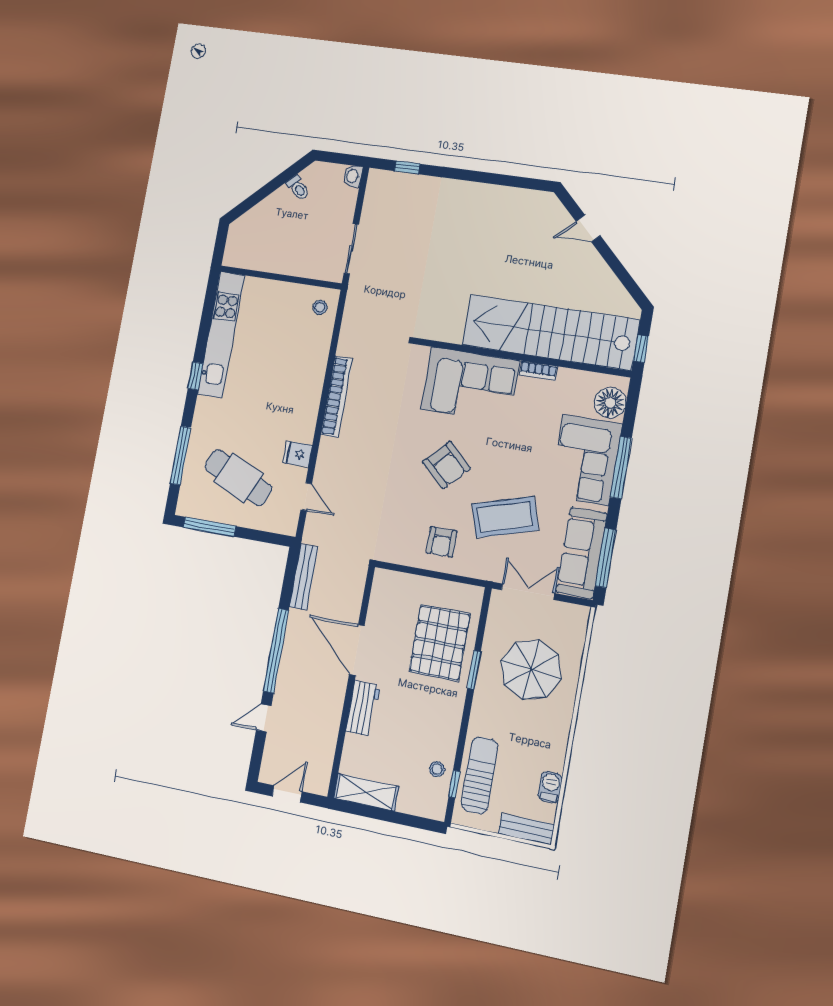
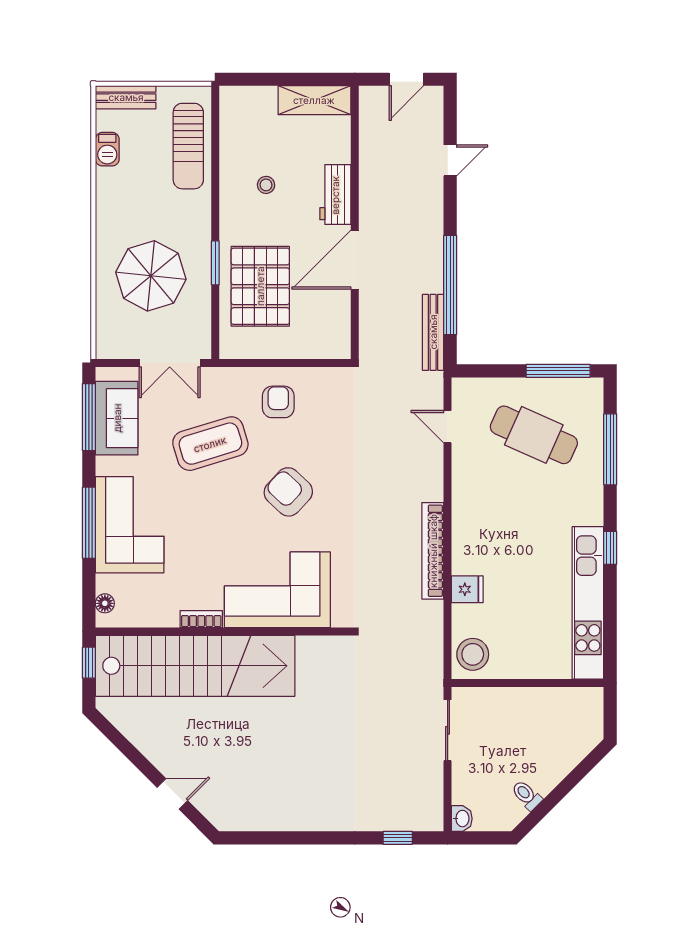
stool: (320, 307) -> (473, 654), width x1.89, depth x1.89
floor lamp: (610, 403) -> (105, 603), width x0.53, depth x0.53
fridge: (298, 454) -> (467, 589), moved
sofa: (582, 553) -> (117, 418), width x0.73
door: (357, 650) -> (355, 260), swing flipped
window: (276, 651) -> (450, 285), moved
stool: (437, 769) -> (266, 185), moved
window: (454, 784) -> (215, 130), removed

